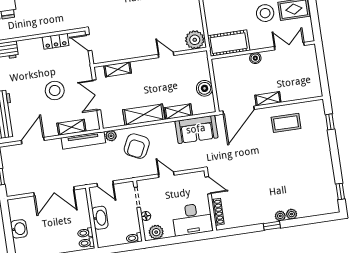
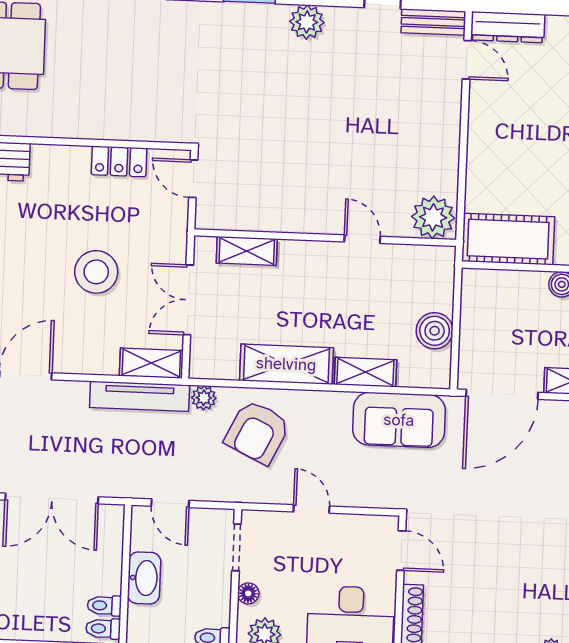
shelving: (71, 127) -> (151, 363), moved

